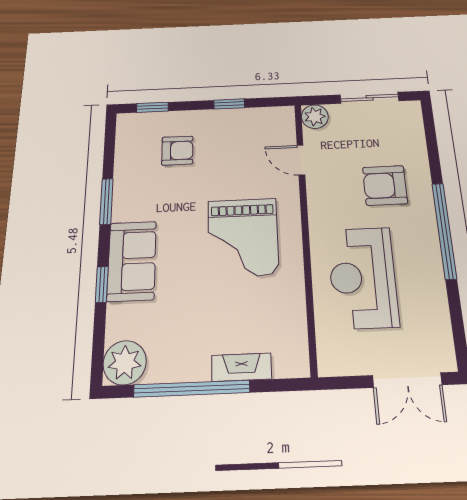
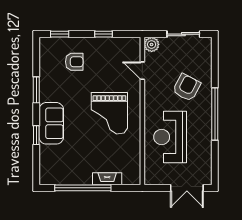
armchair: (385, 185) -> (187, 87), turned 118
plant: (125, 363) -> (50, 174), removed

